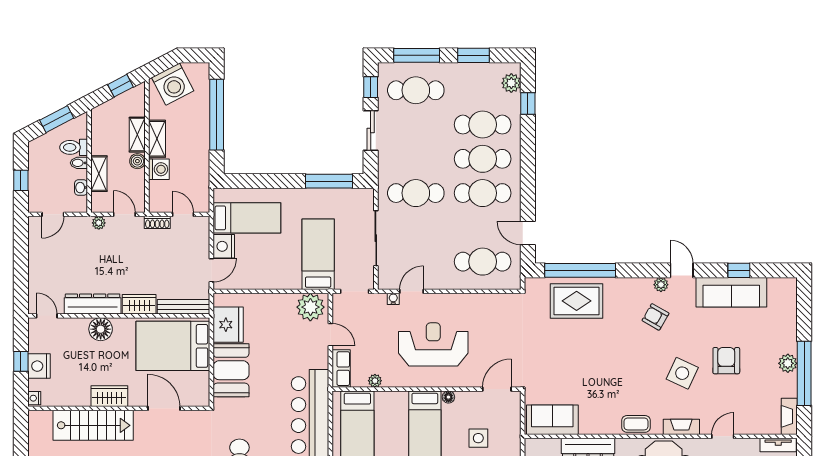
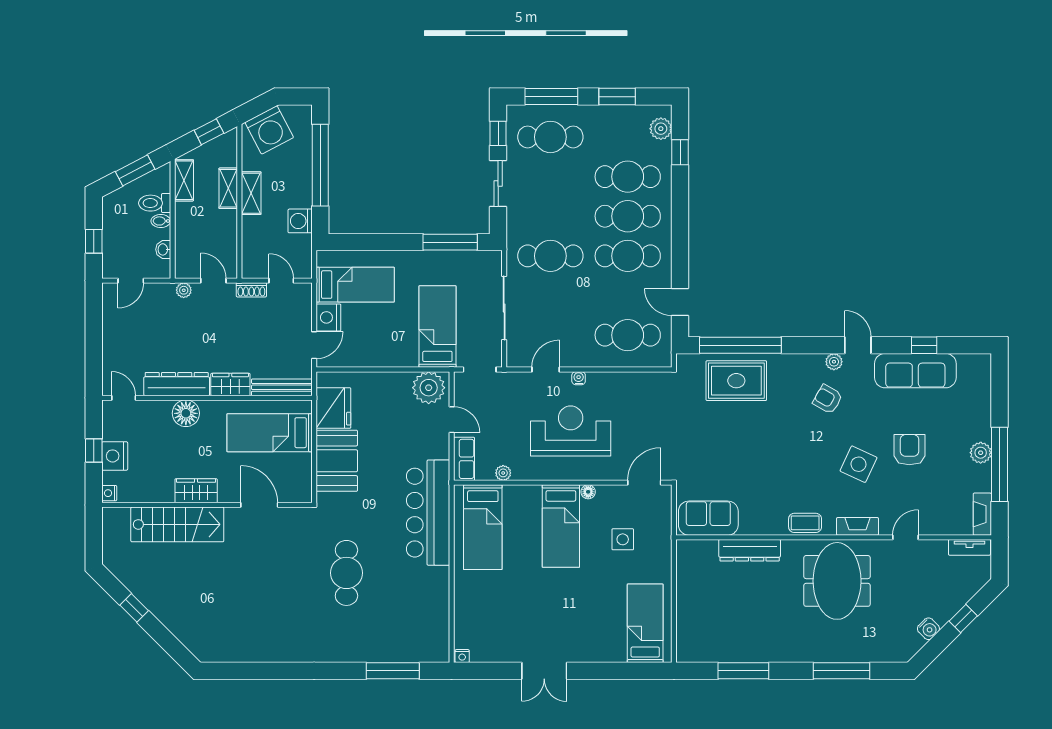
boiler: (137, 161) -> (228, 219), removed
washing machine: (159, 169) -> (300, 221), moved, turned 180
shelving: (99, 174) -> (184, 180), moved
water cooler: (393, 299) -> (579, 378), moved
bed: (173, 346) -> (270, 433), width x0.67

